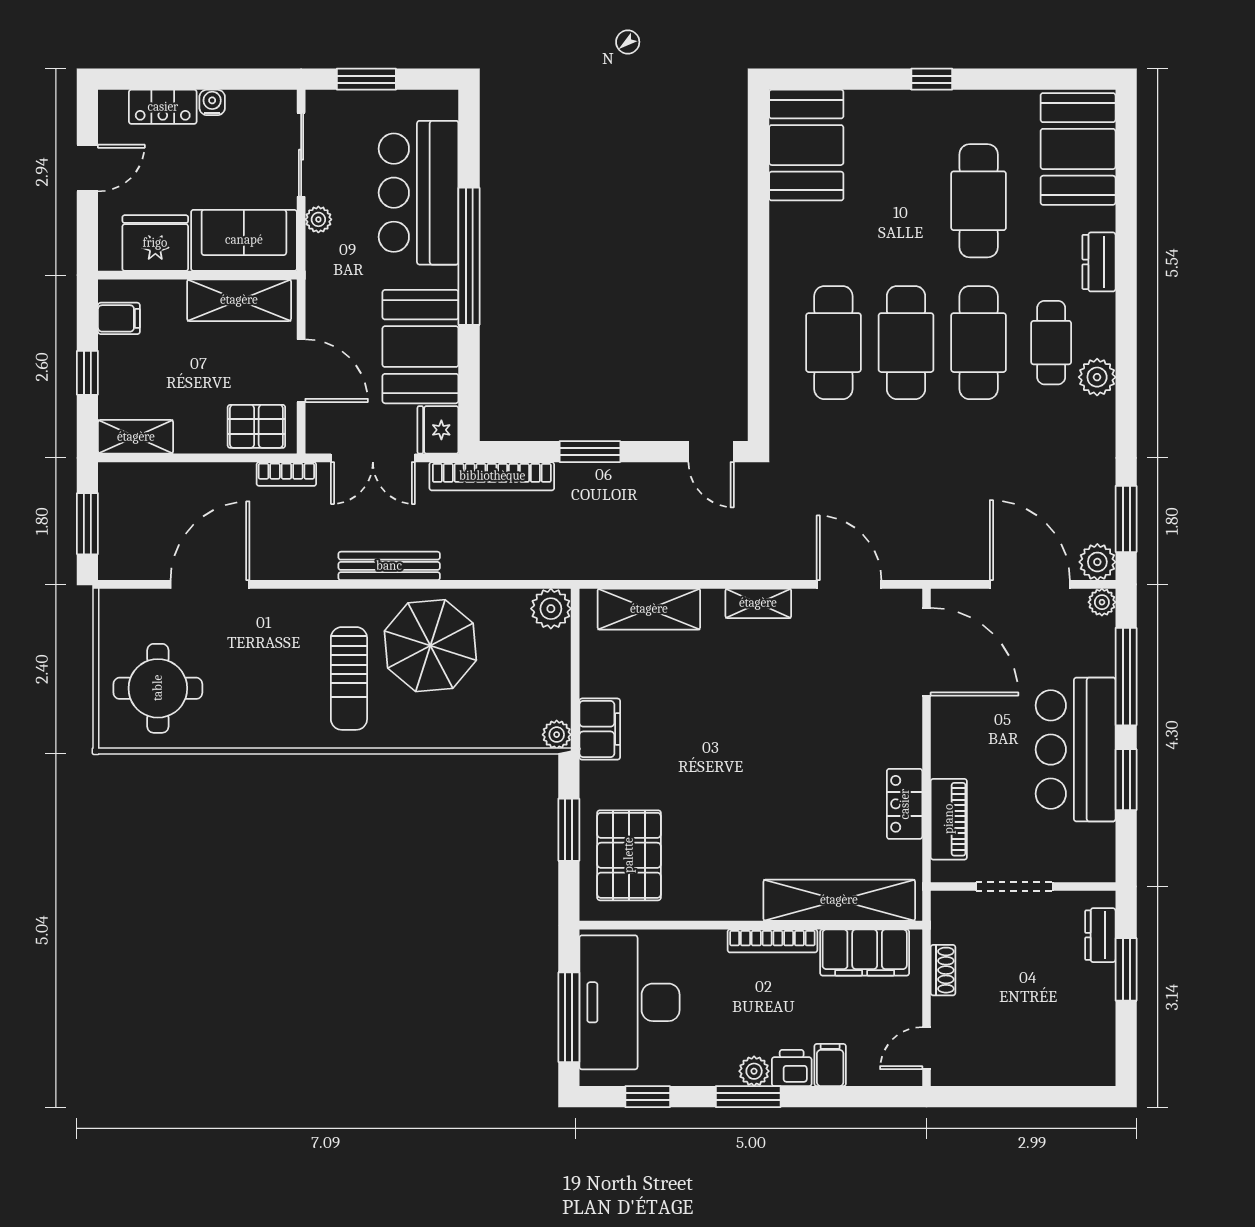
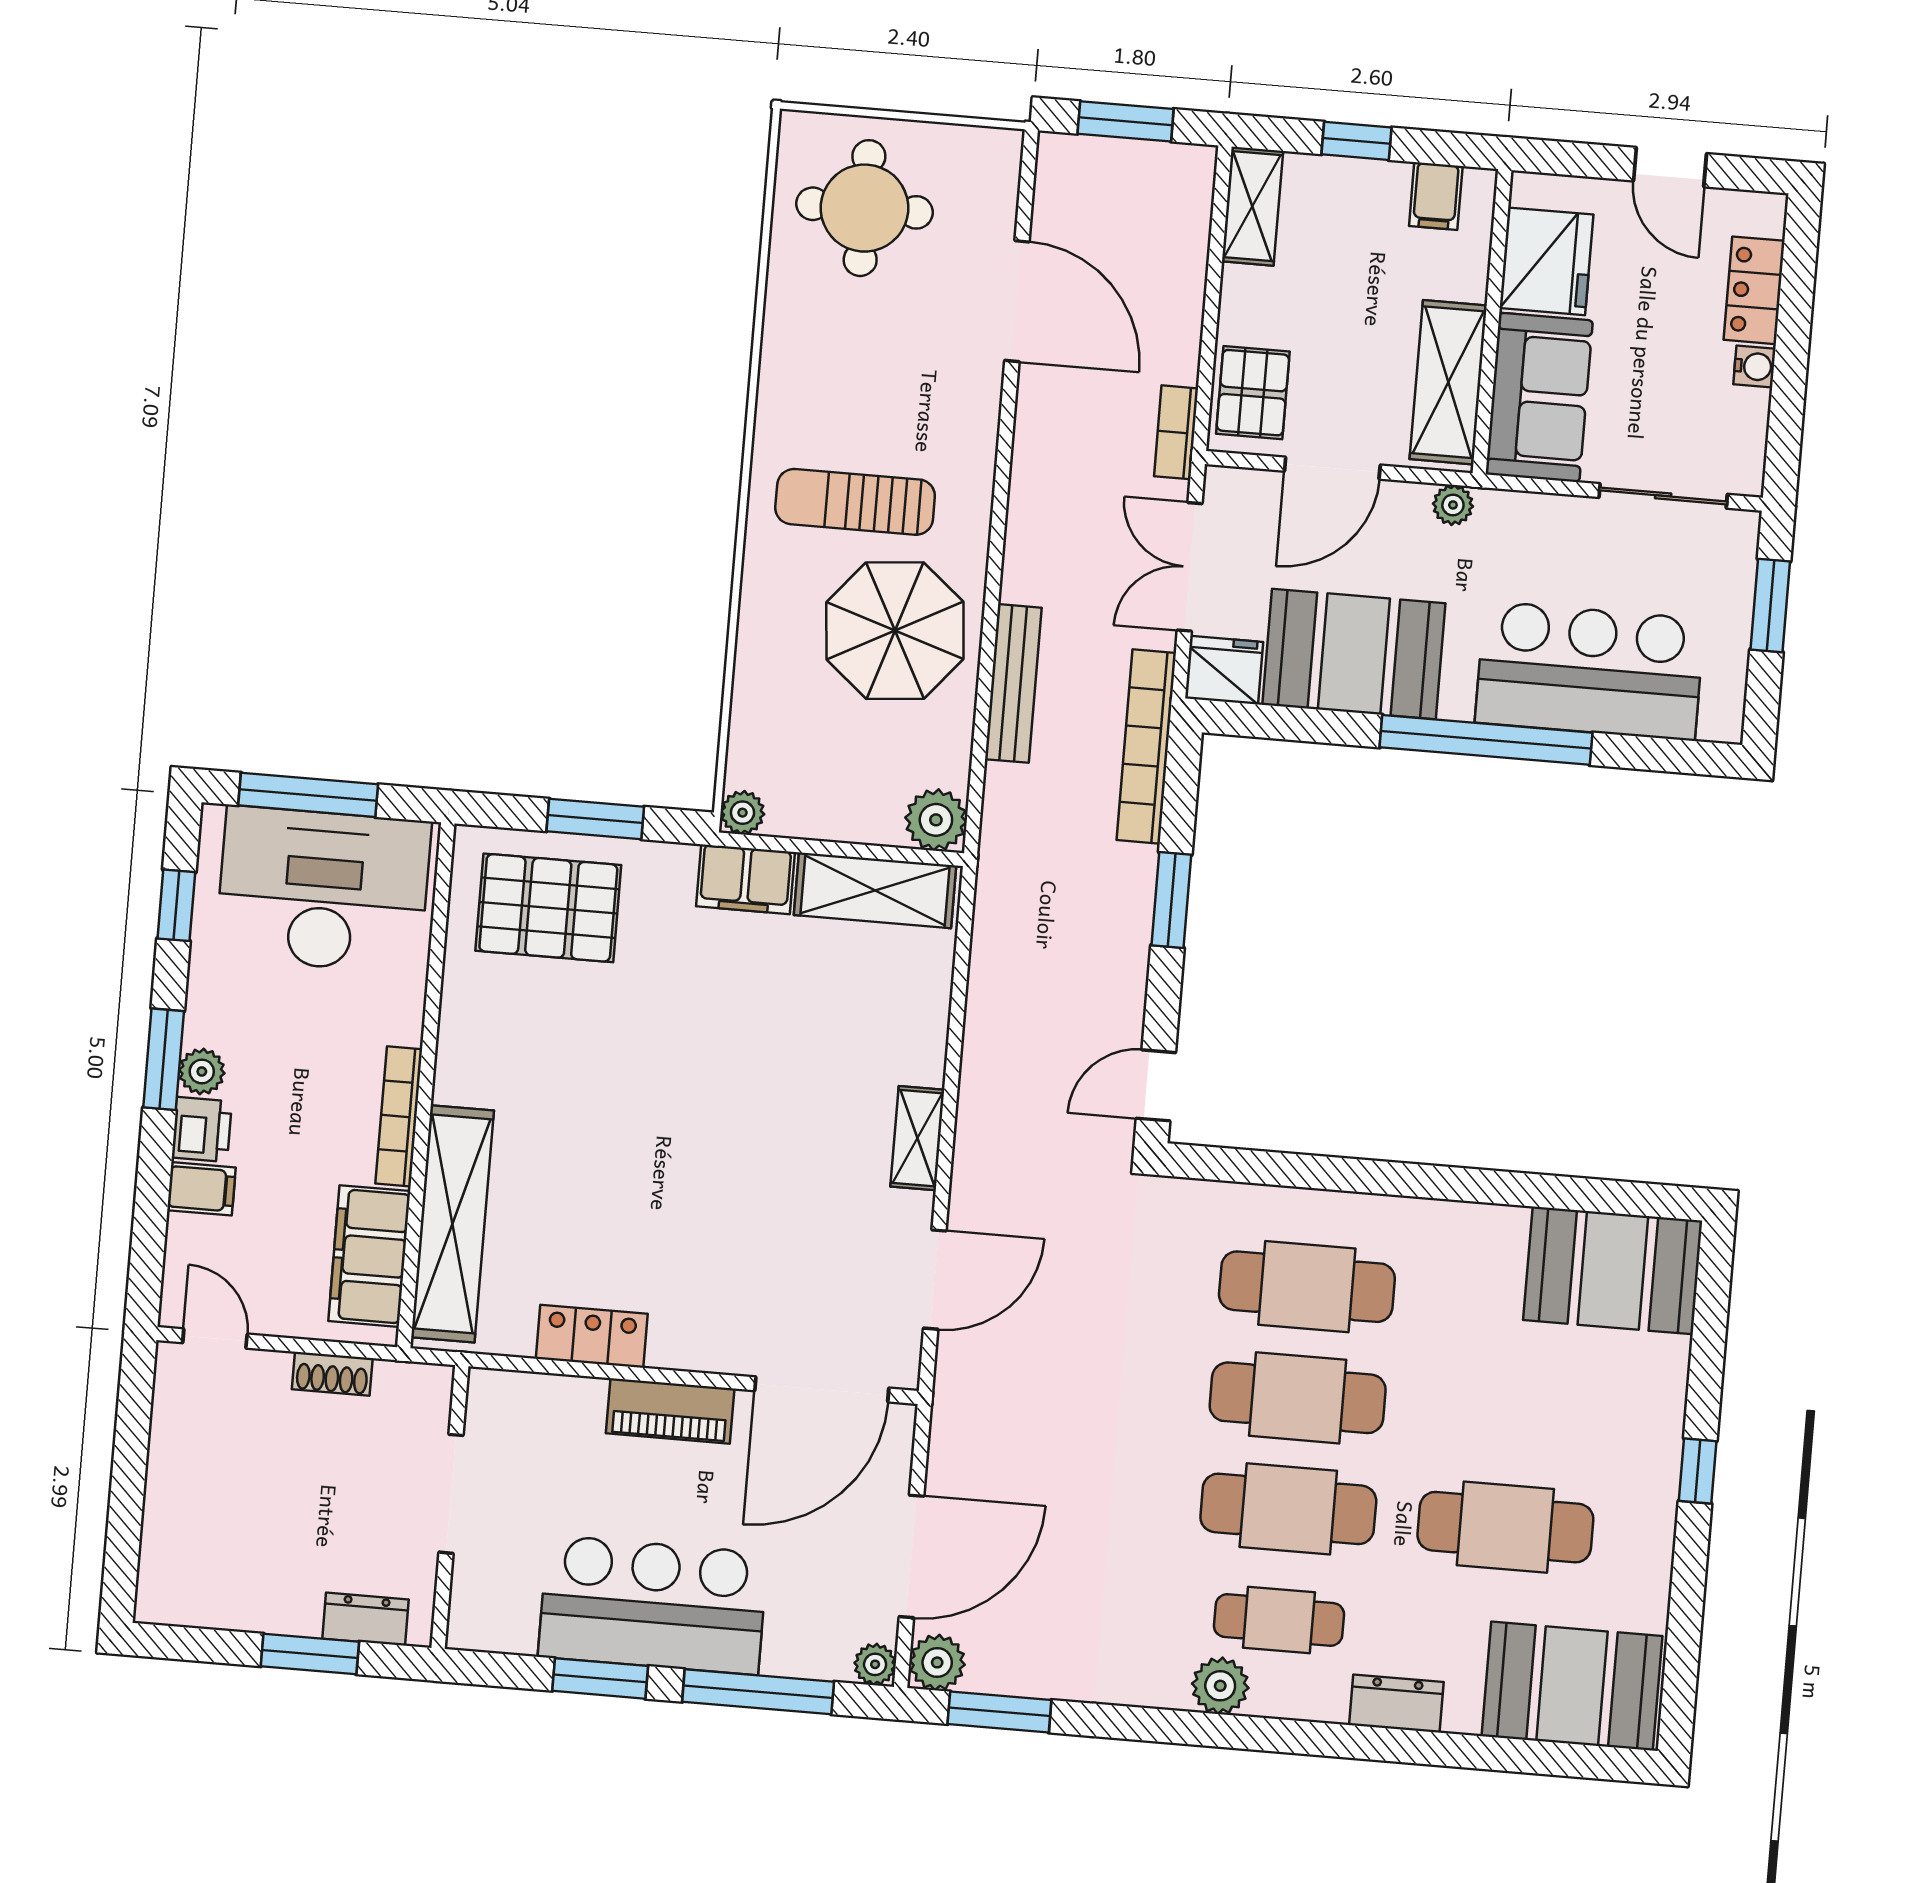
plant: (318, 219) -> (1453, 505), moved
bench: (389, 566) -> (1013, 683), moved
shelving: (649, 609) -> (875, 890), moved, turned 90
piano: (949, 819) -> (670, 1411), moved

